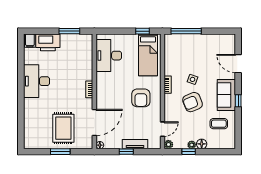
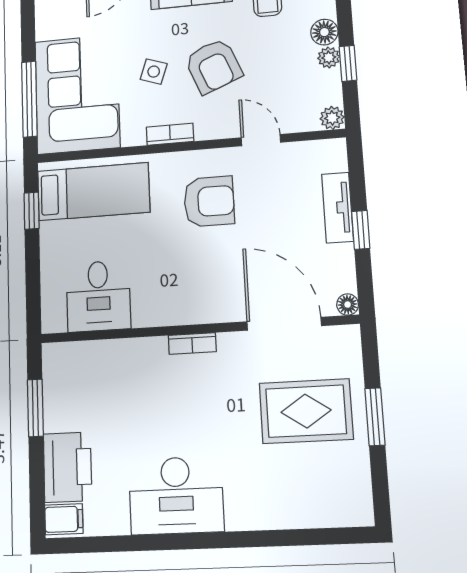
corner sofa: (186, 50) -> (77, 94), added
desk: (109, 56) -> (98, 296), width x0.73
door: (162, 129) -> (261, 140), moved

